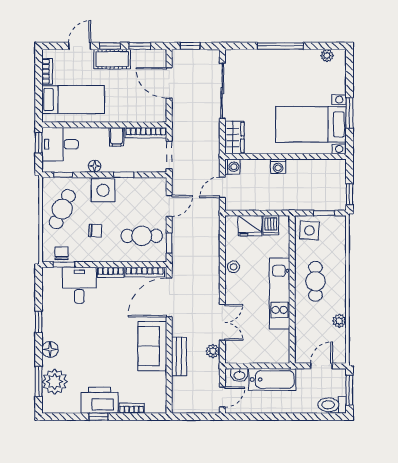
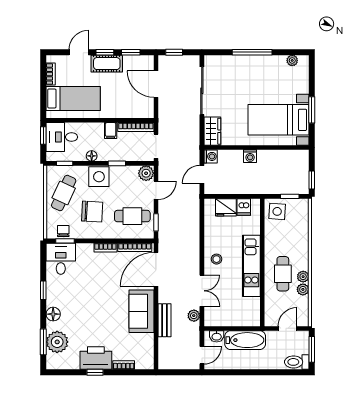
plant: (158, 186) -> (146, 173), added
chair: (95, 231) -> (92, 212), width x1.87, depth x1.87
stool: (234, 267) -> (217, 259), moved
cafe table: (315, 281) -> (283, 274), moved
desk: (79, 285) -> (61, 259), moved
plant: (339, 306) -> (303, 277), added

